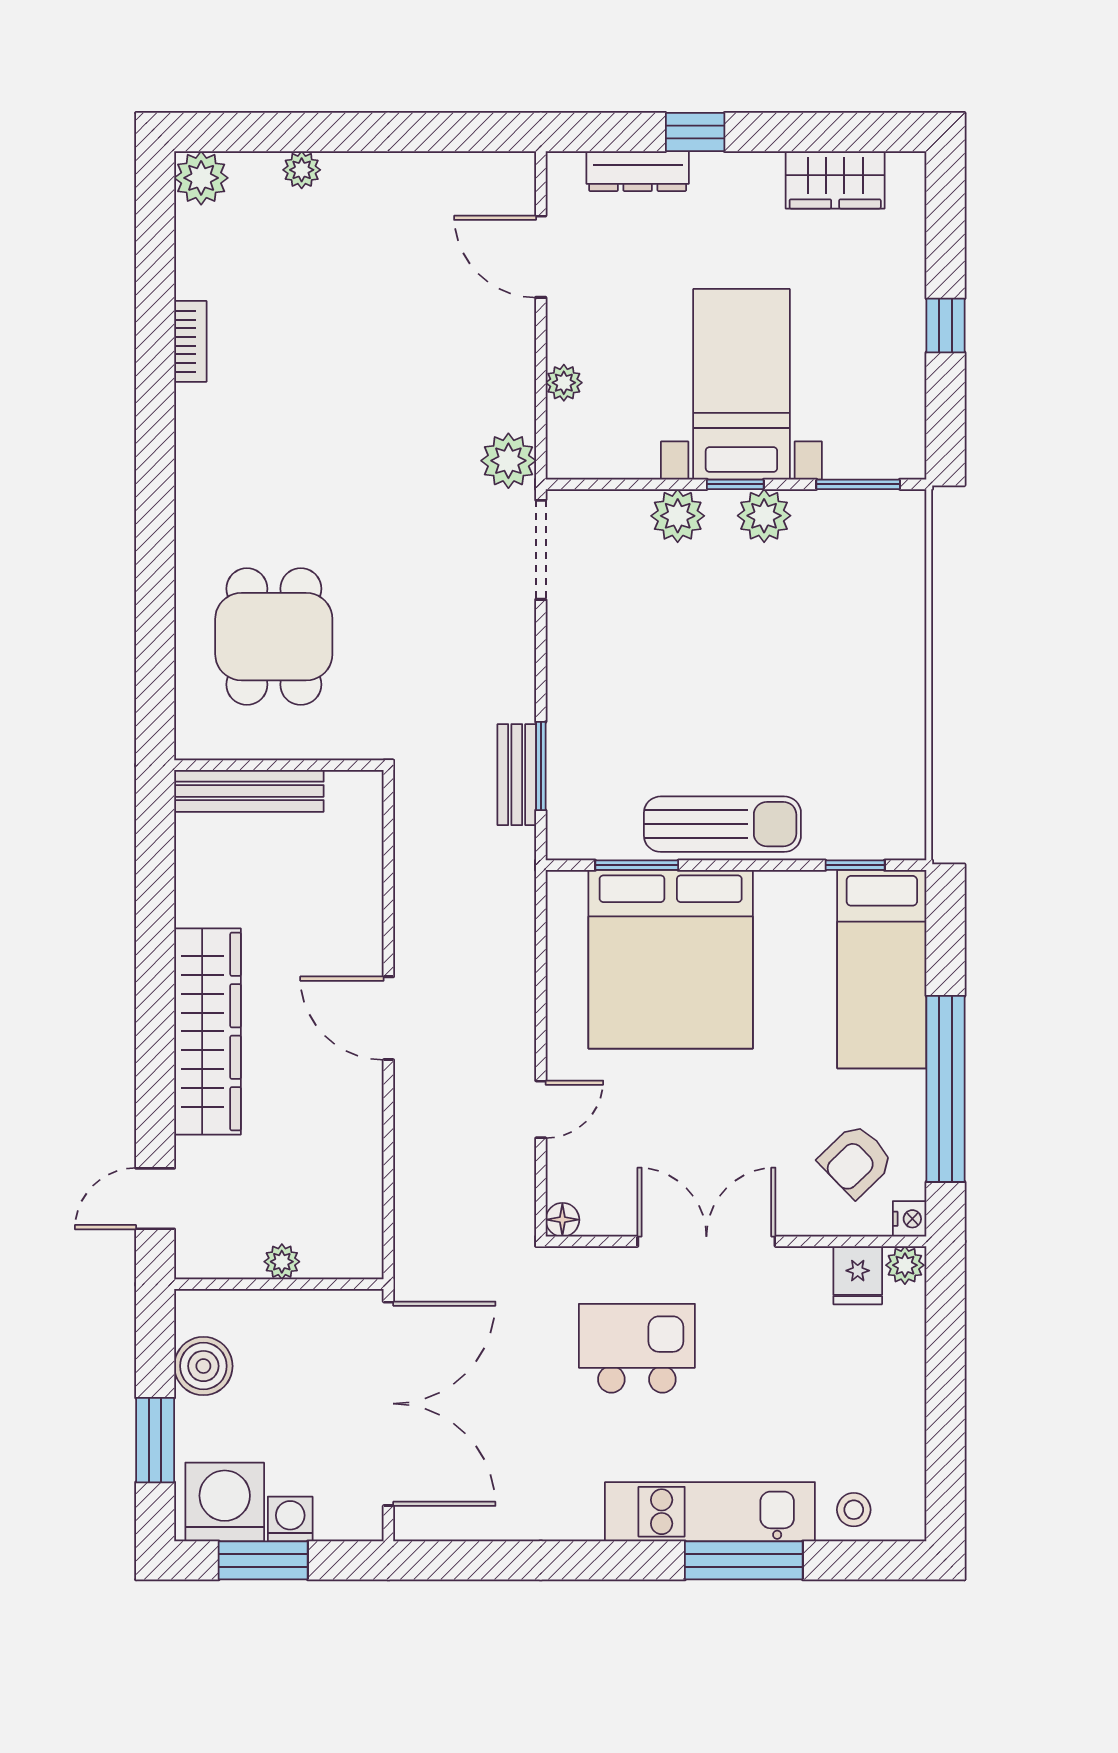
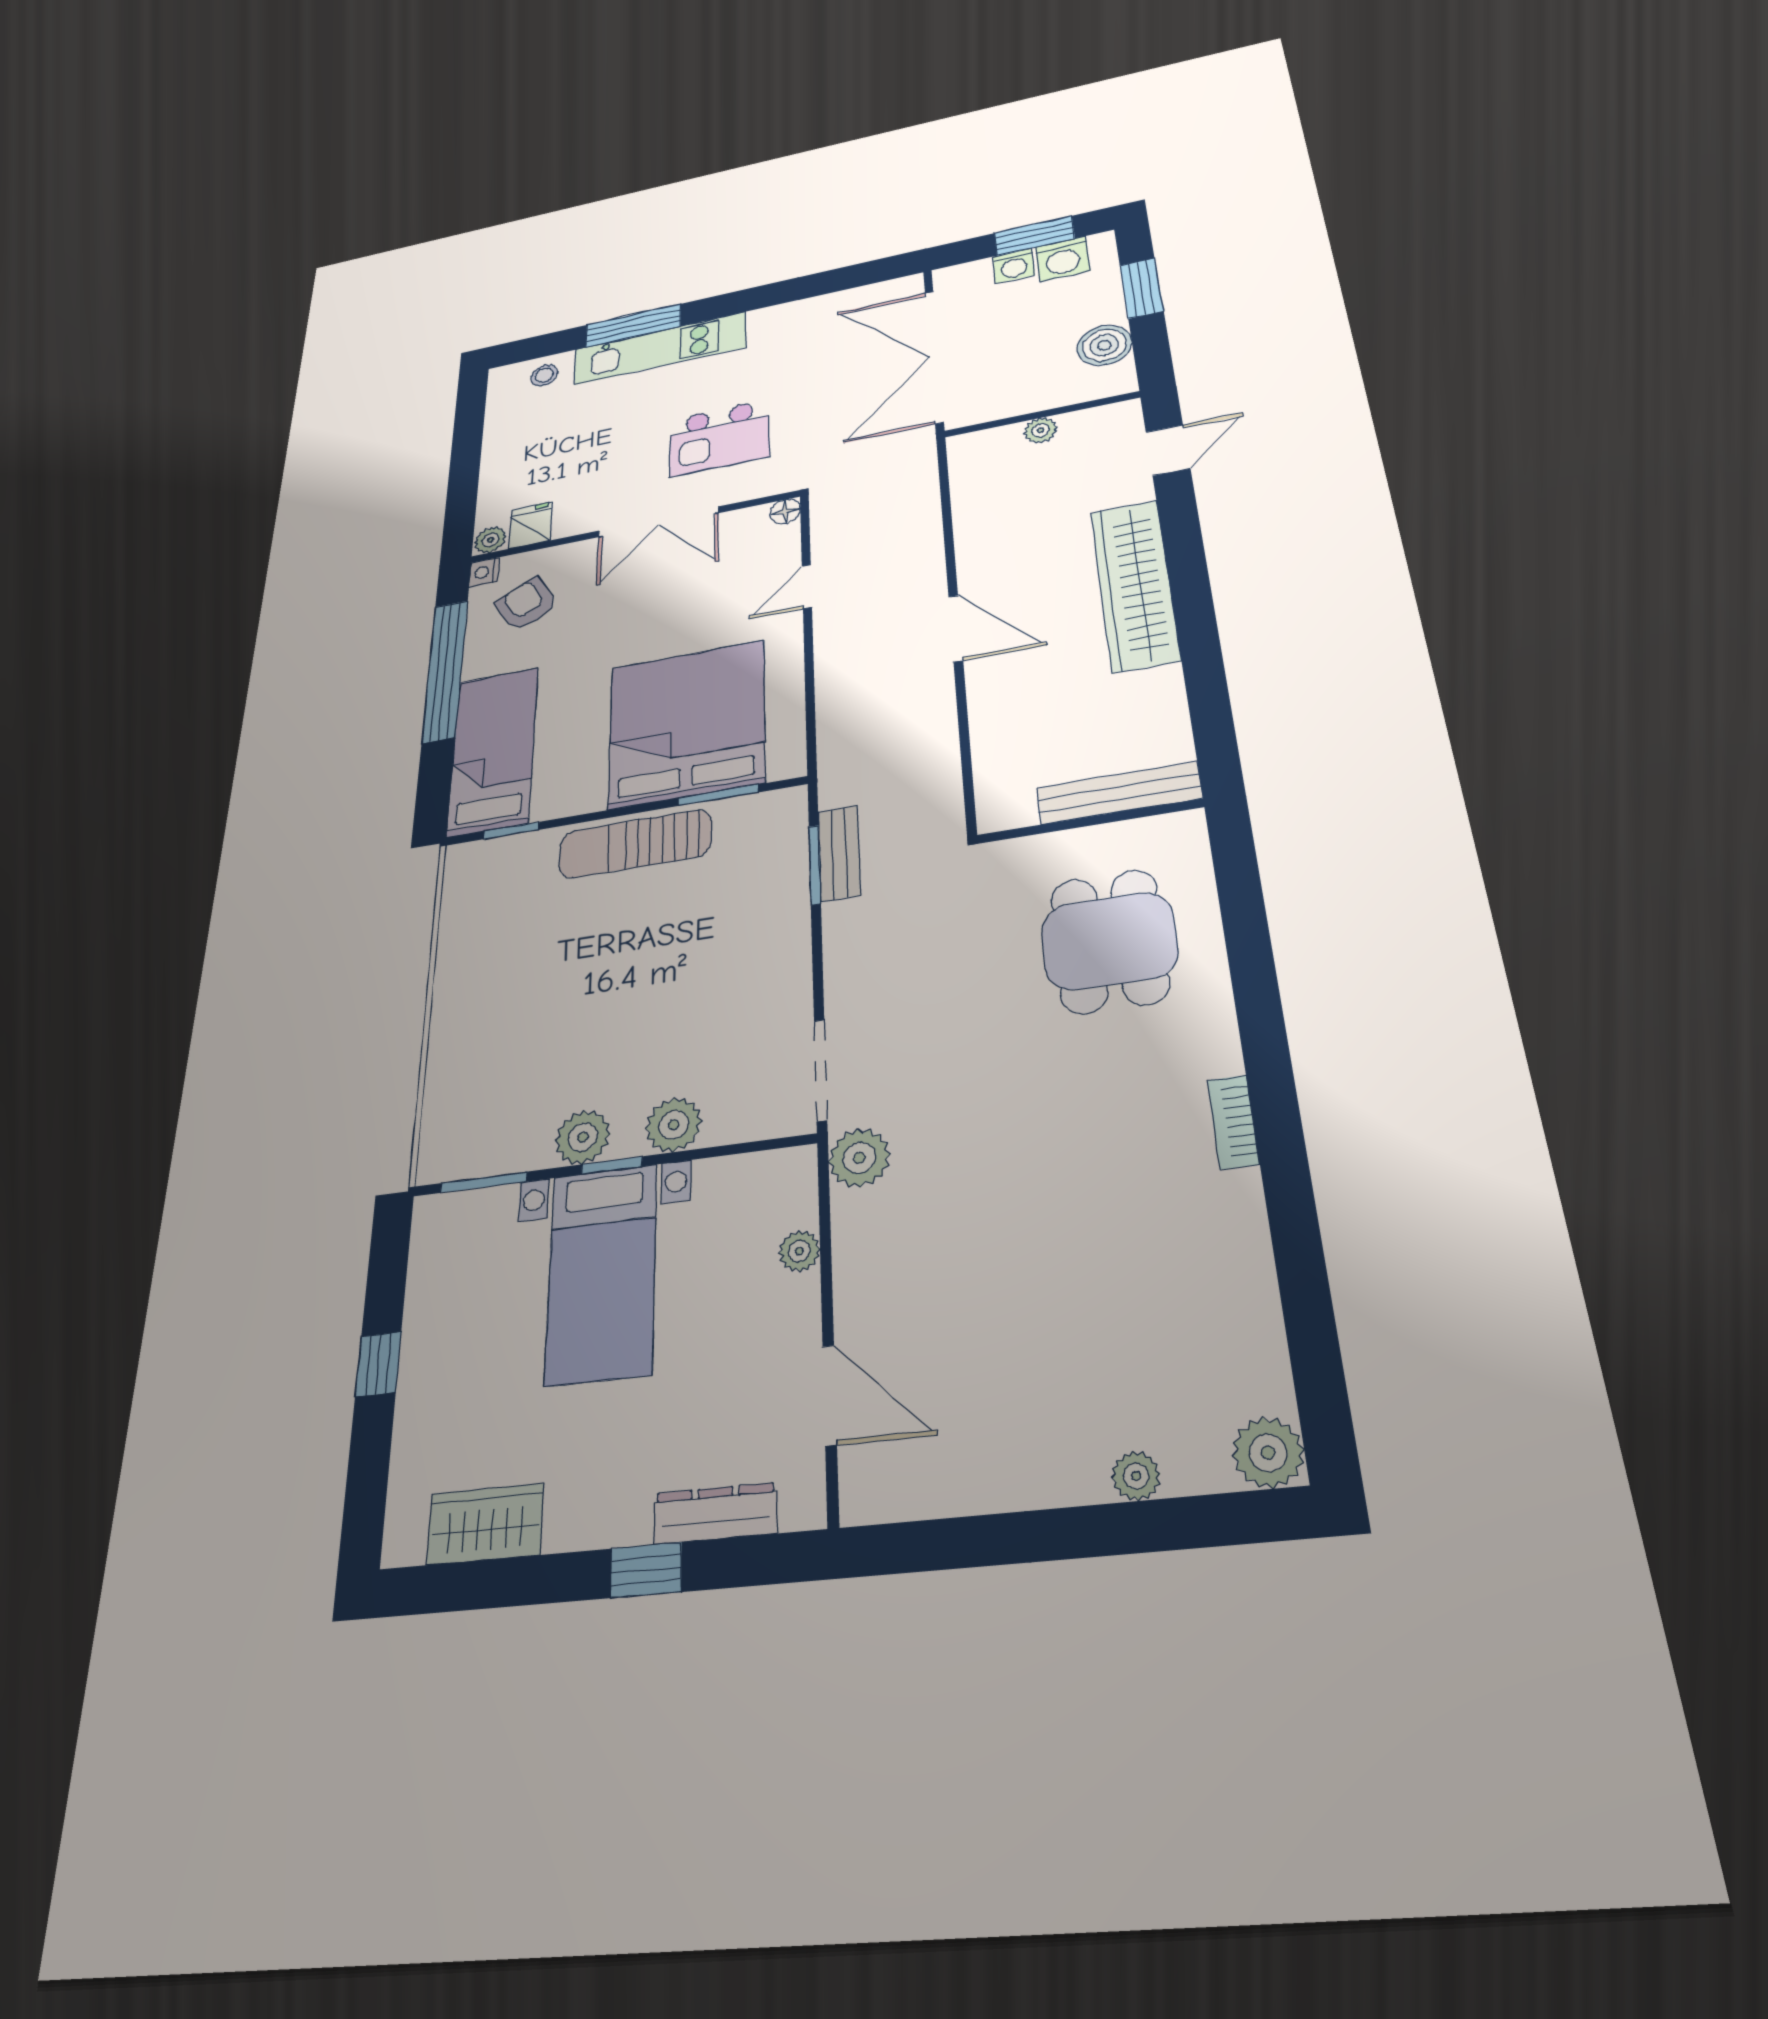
bookcase: (190, 341) -> (1233, 1122), moved
armchair: (856, 1161) -> (526, 604), turned -75
washing machine: (225, 1502) -> (1063, 259), width x0.73, depth x0.73

